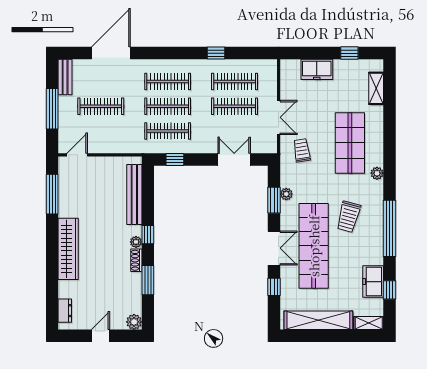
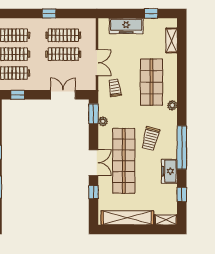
freezer: (317, 69) -> (126, 26), width x1.40
window: (274, 200) -> (93, 114), moved
freezer: (373, 282) -> (169, 171), moved

